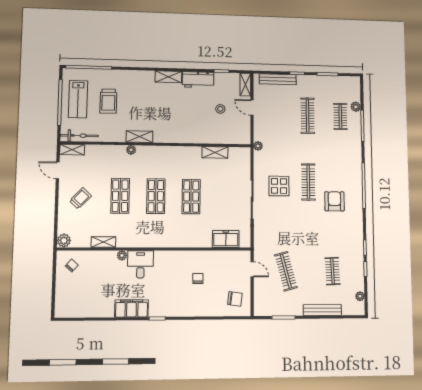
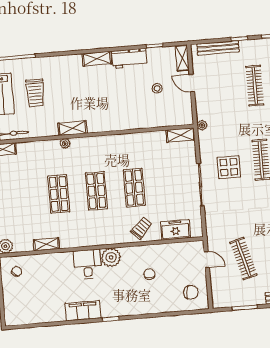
shelving: (215, 152) -> (180, 135), moved
trolley: (80, 198) -> (141, 228), moved
plant: (122, 255) -> (111, 257), moved, width x1.87, depth x1.87

